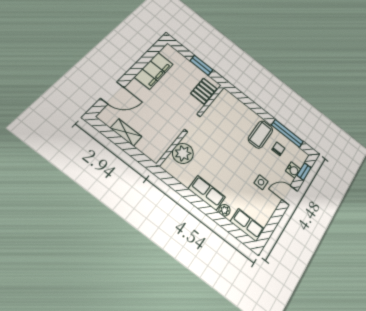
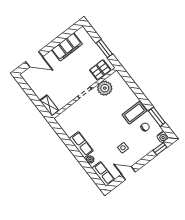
shelving: (126, 132) -> (49, 106), moved
window: (287, 133) -> (157, 117), width x0.69
plant: (183, 153) -> (105, 88), moved
water cooler: (293, 170) -> (163, 137), moved
door: (290, 195) -> (128, 173), moved

